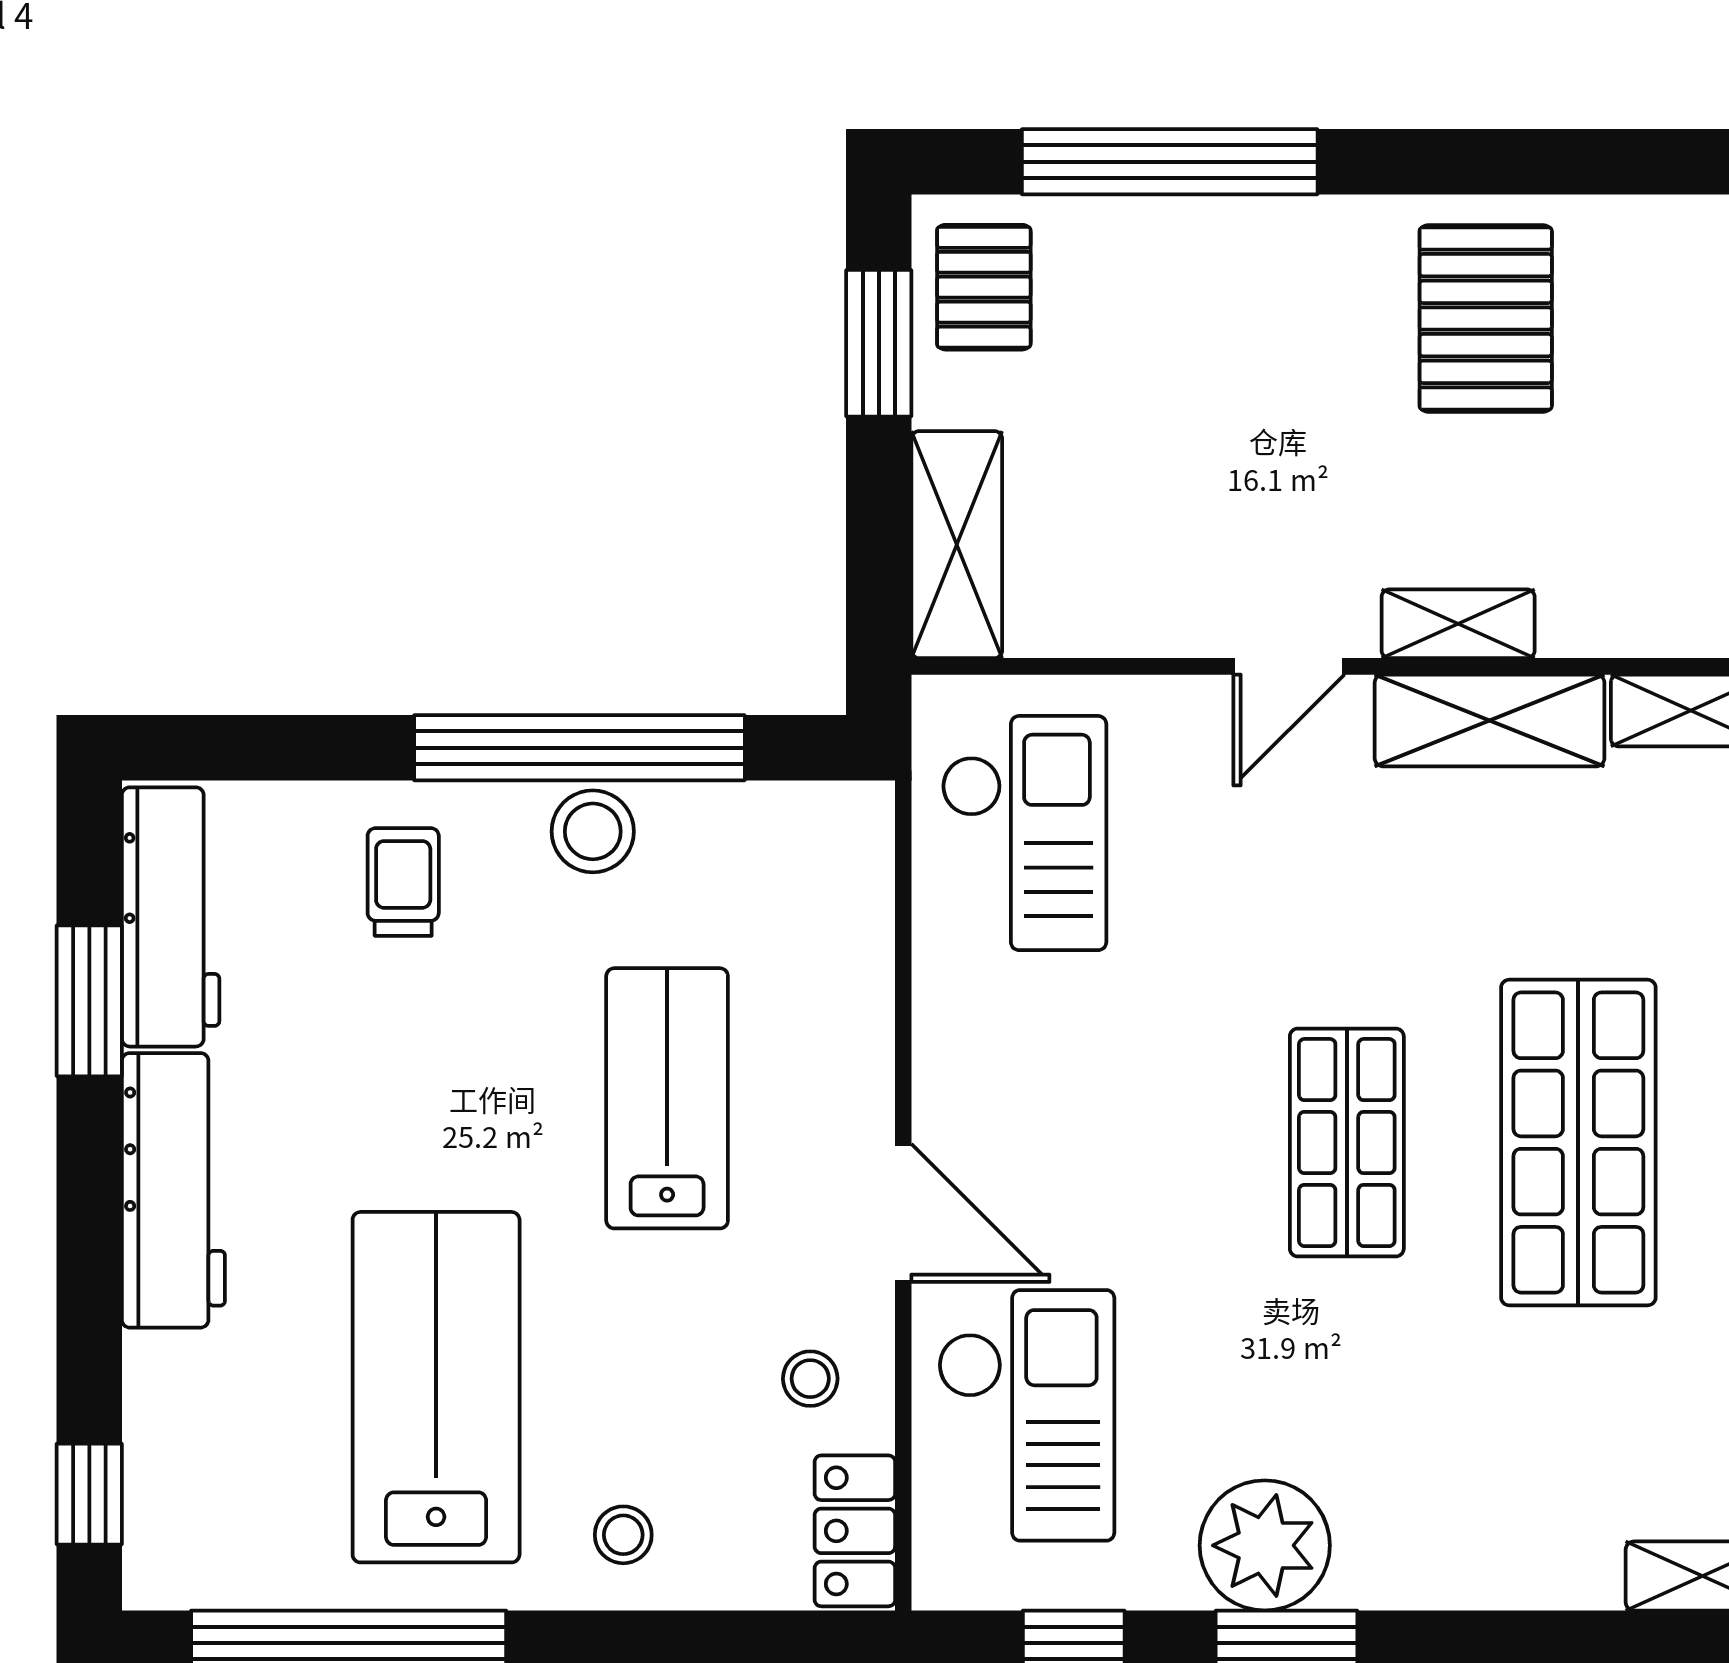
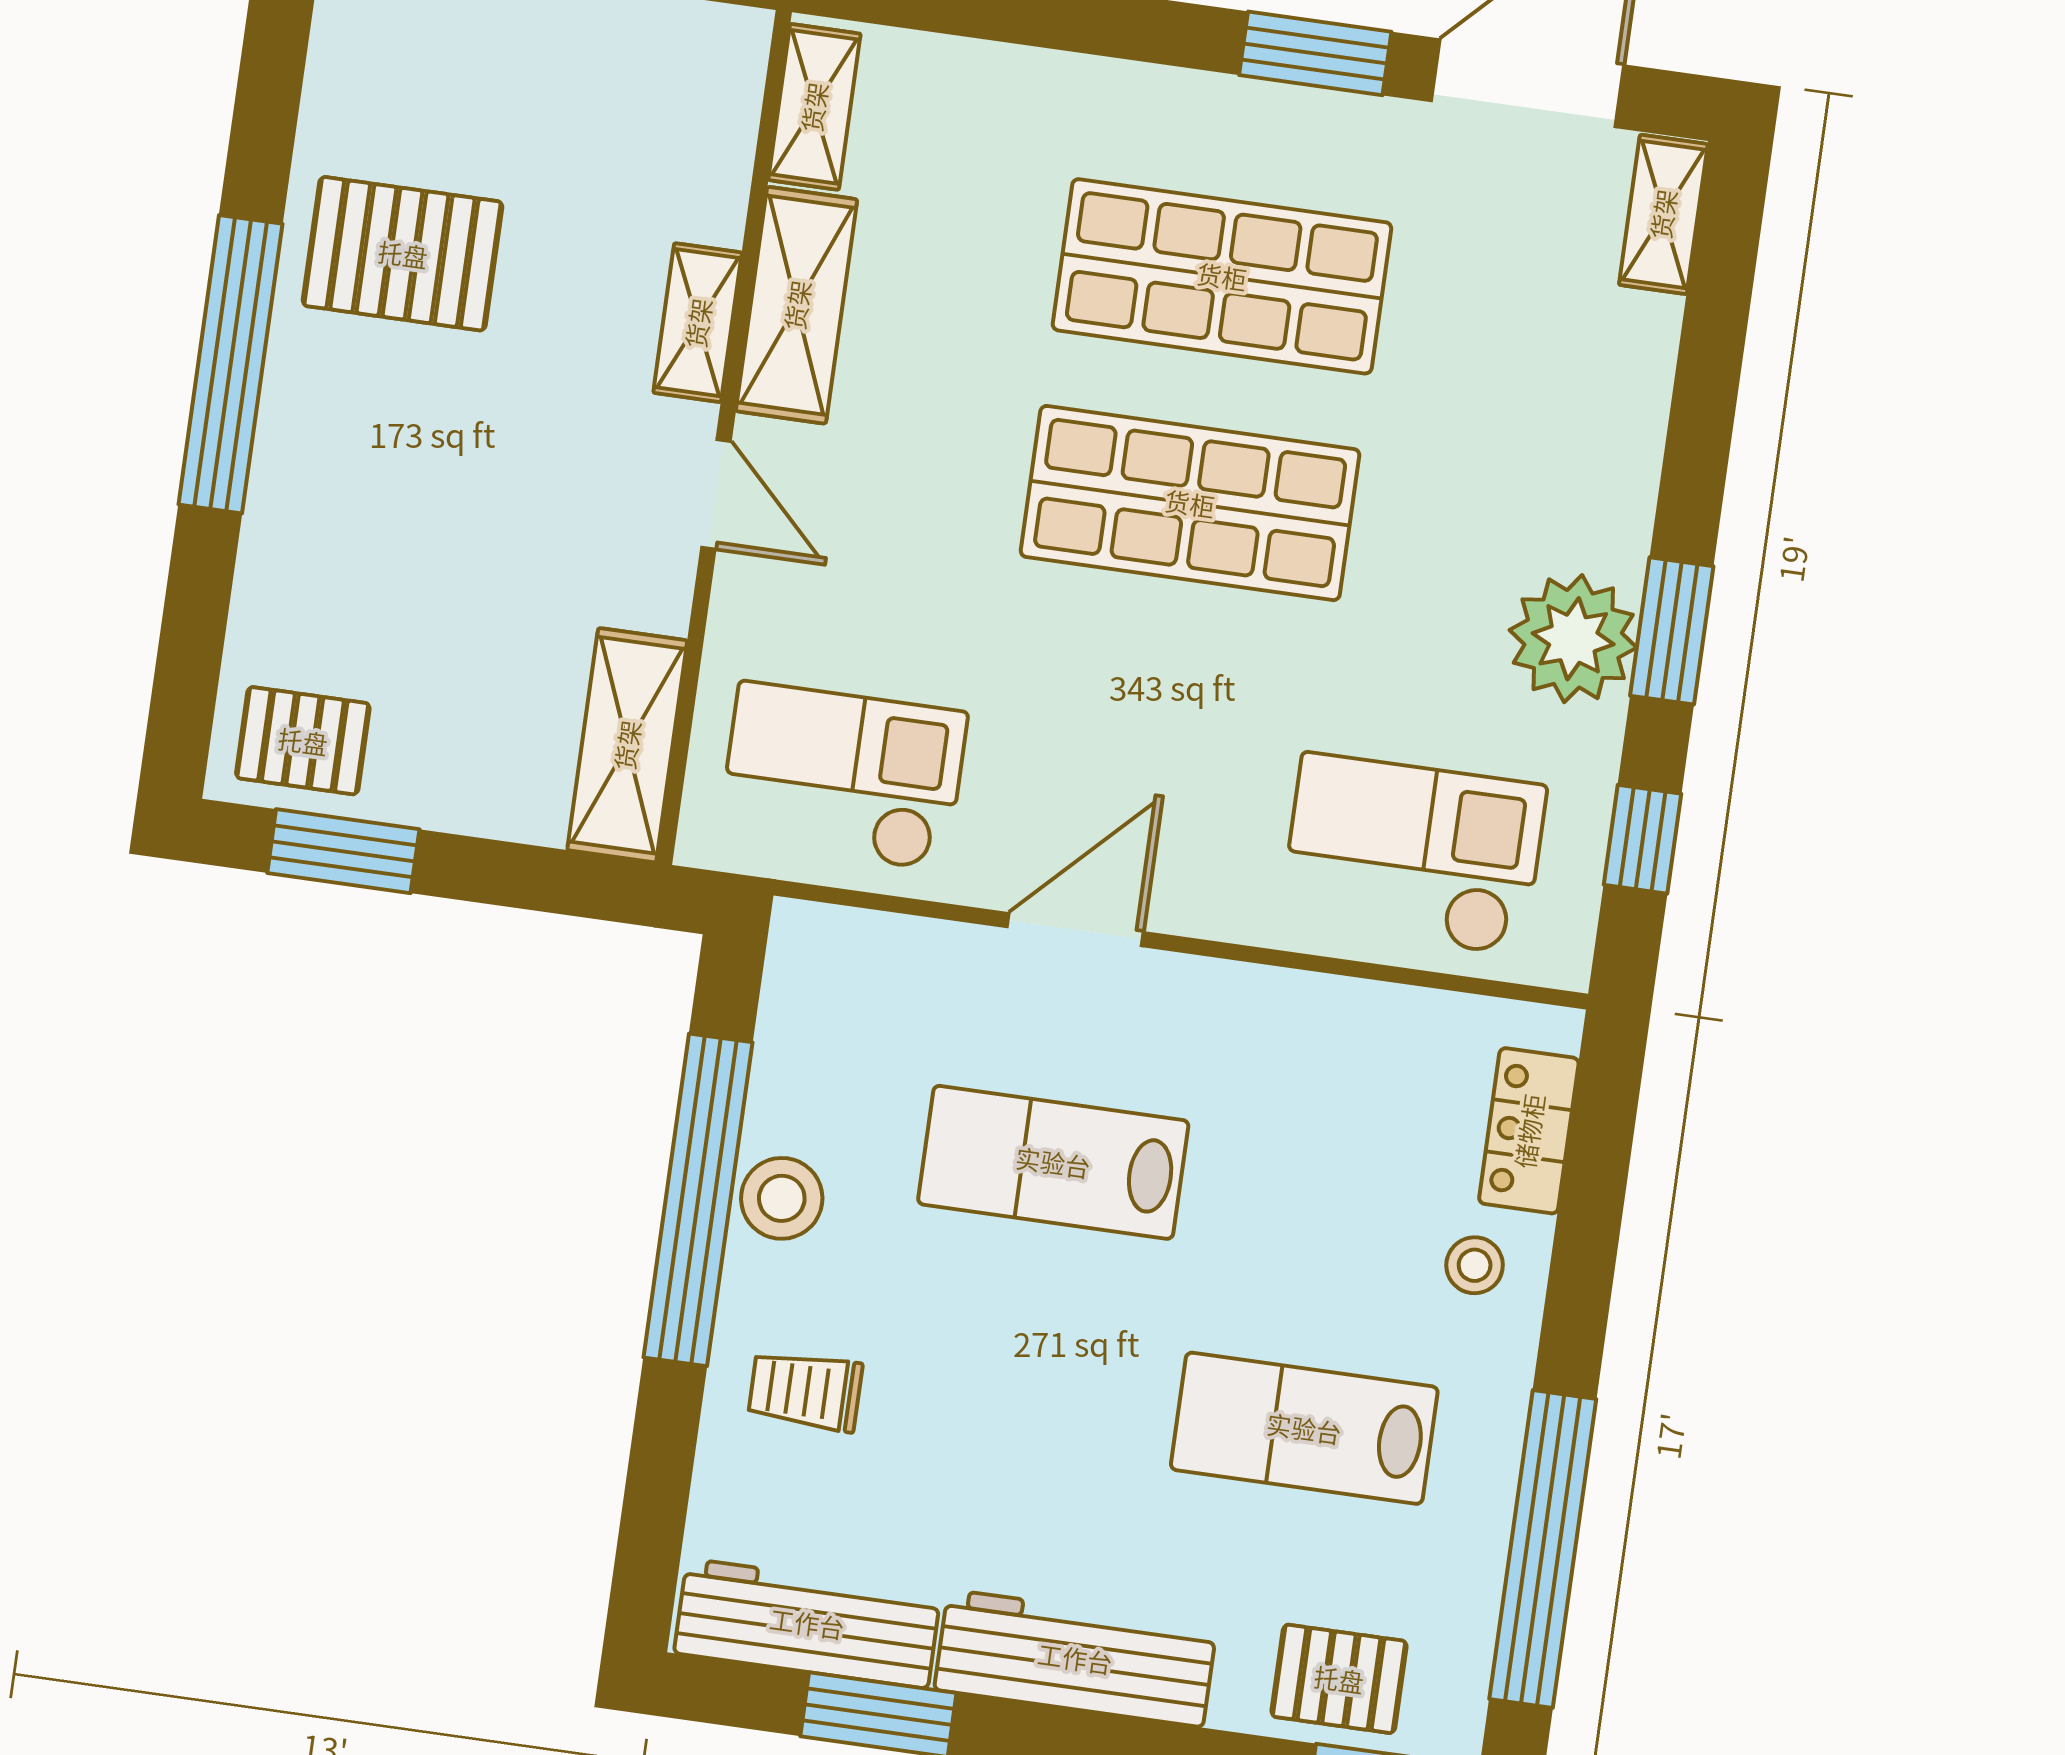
window: (1170, 162) -> (231, 364), moved
shelving: (957, 545) -> (627, 745), moved, turned 90
shop shelf: (1347, 1143) -> (1190, 503), width x1.43, depth x1.36
door: (903, 1213) -> (1075, 930), moved
stool: (810, 1379) -> (1347, 1061), removed
lab bench: (436, 1387) -> (1304, 1428), width x0.73, depth x0.72
pallet: (190, 1457) -> (1339, 1679), added
locker: (855, 1531) -> (1529, 1131), moved, turned 90

